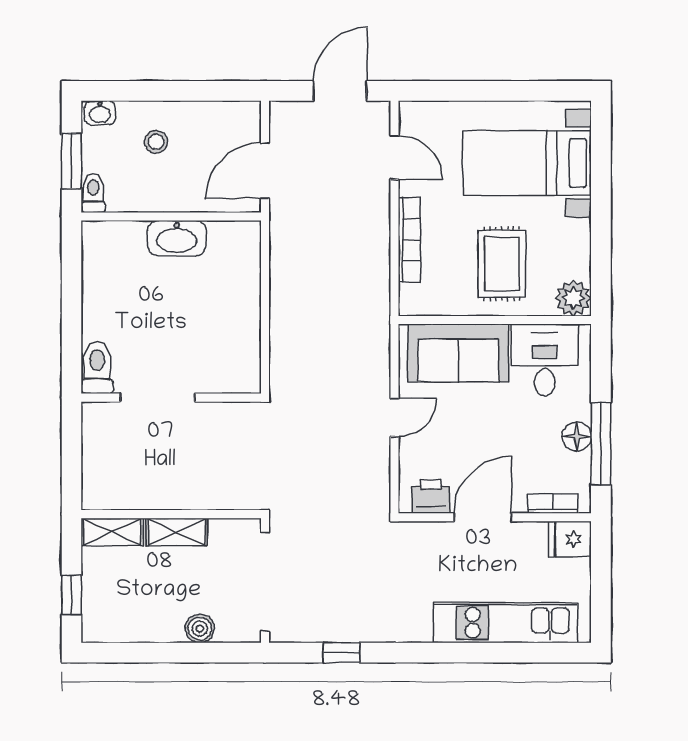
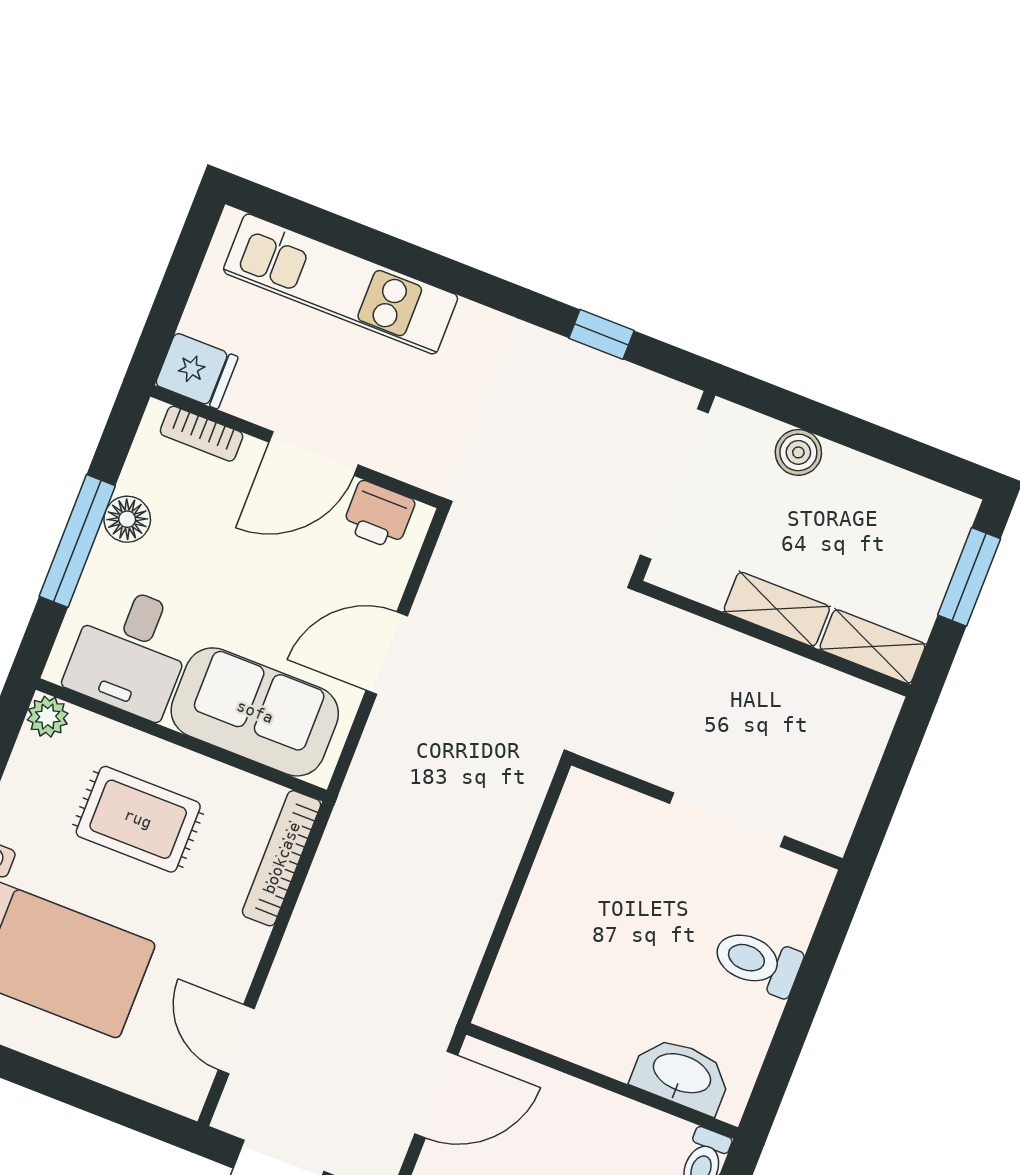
washbasin: (177, 238) -> (681, 1075), moved
bookcase: (409, 240) -> (282, 858), moved
rug: (502, 264) -> (138, 819), turned 90
plant: (573, 298) -> (48, 717), width x0.73, depth x0.73
toilet: (97, 367) -> (757, 962), moved, turned 90
door: (394, 417) -> (387, 653), width x1.37
window: (601, 444) -> (77, 541), moved
window: (72, 595) -> (969, 577), width x1.50

